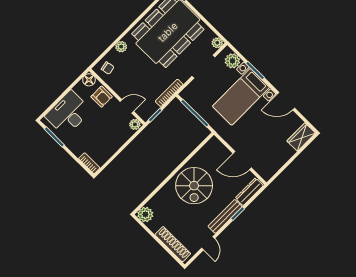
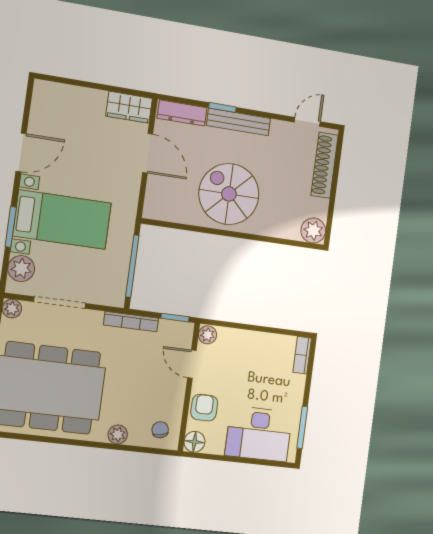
door: (286, 101) -> (21, 152), hinge flipped
wardrobe: (301, 137) -> (129, 107), moved
spiral stairs: (194, 186) -> (229, 194), turned -90
door: (208, 243) -> (307, 122), moved

